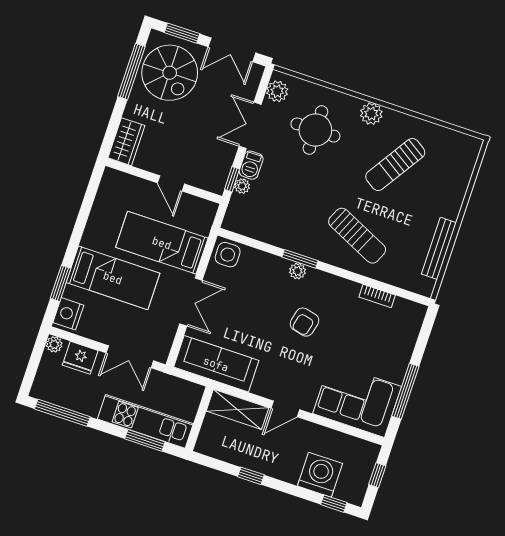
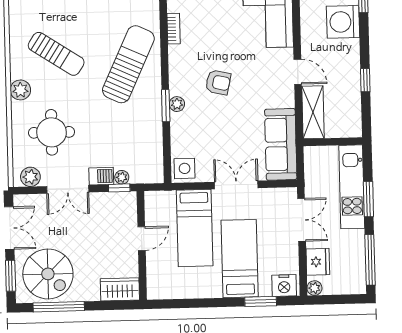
spiral stairs: (170, 73) -> (48, 274), turned 90
sun lounger: (357, 236) -> (128, 64), width x1.36, depth x1.34
window: (145, 440) -> (368, 199), moved

